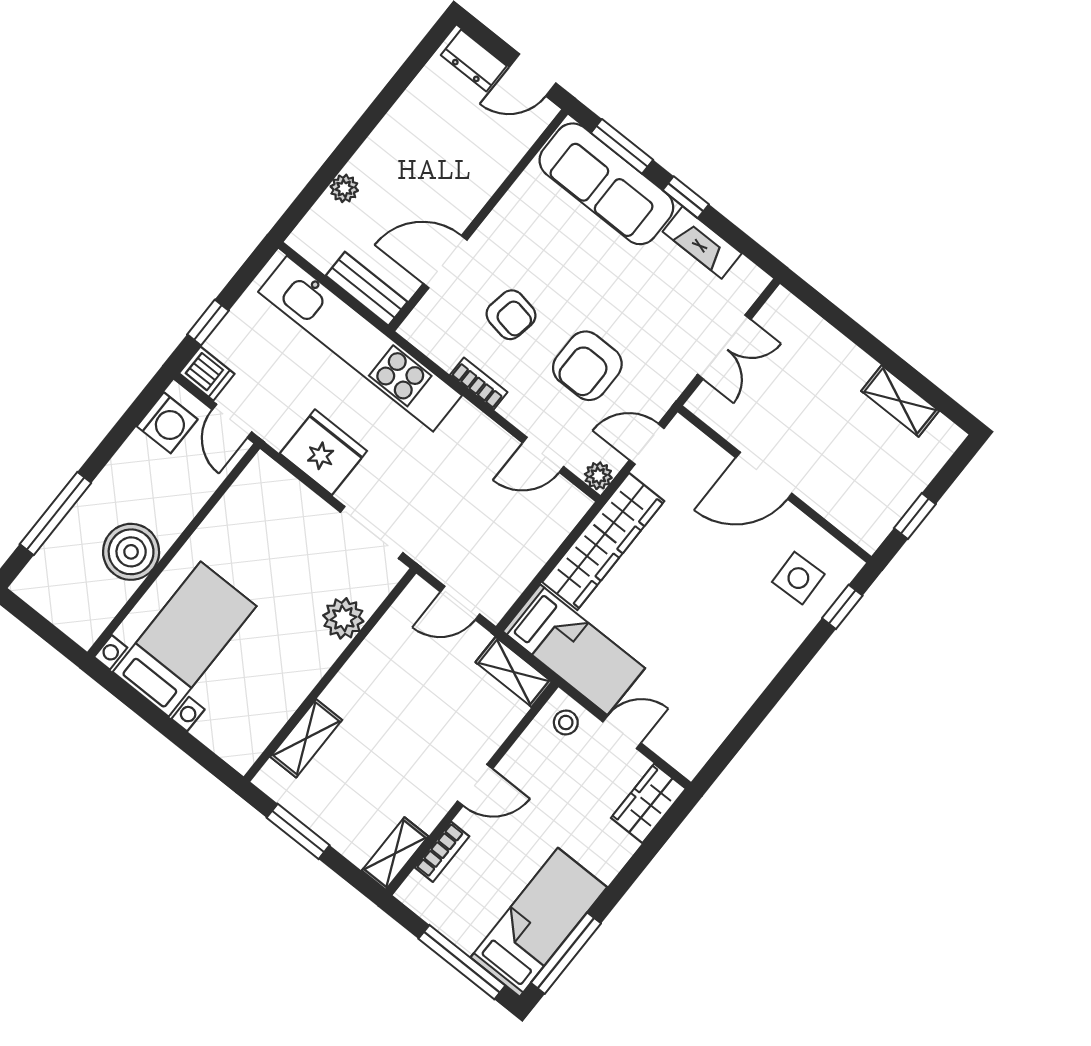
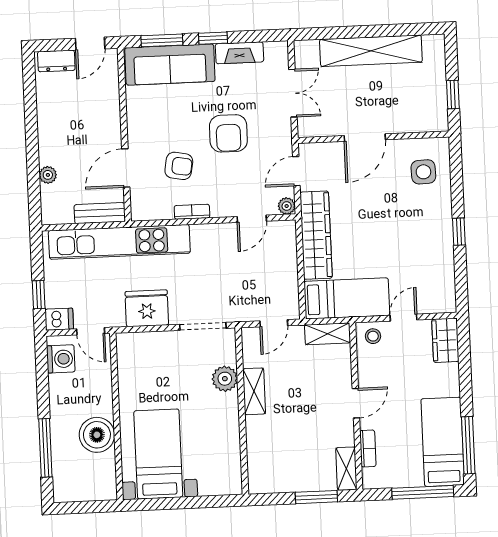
armchair: (587, 366) -> (228, 133), moved
shelving: (900, 401) -> (371, 51), width x2.20, depth x1.33
window: (842, 607) -> (459, 232), moved
shelving: (306, 738) -> (254, 391), moved
window: (298, 831) -> (316, 497), moved

